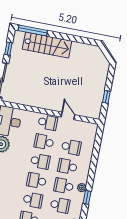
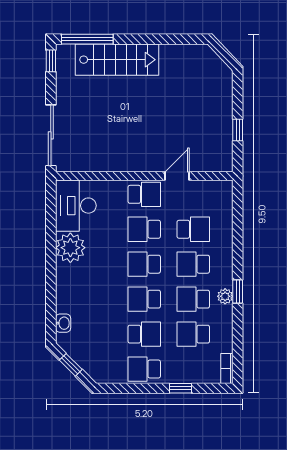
window: (8, 49) -> (51, 61), moved
door: (68, 116) -> (177, 176), hinge flipped
school desk: (40, 161) -> (144, 264), turned 180
window: (87, 197) -> (238, 291), moved
school desk: (60, 205) -> (193, 334), turned 180

